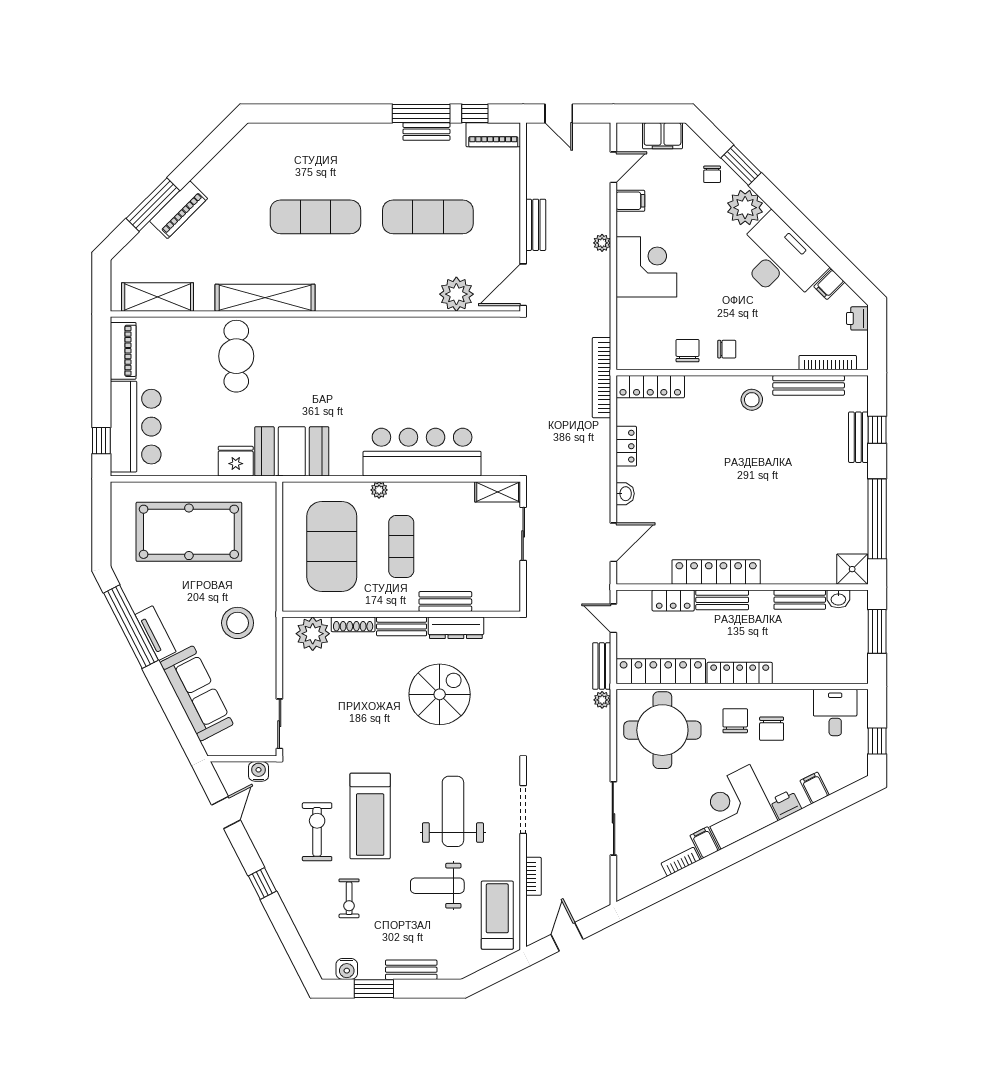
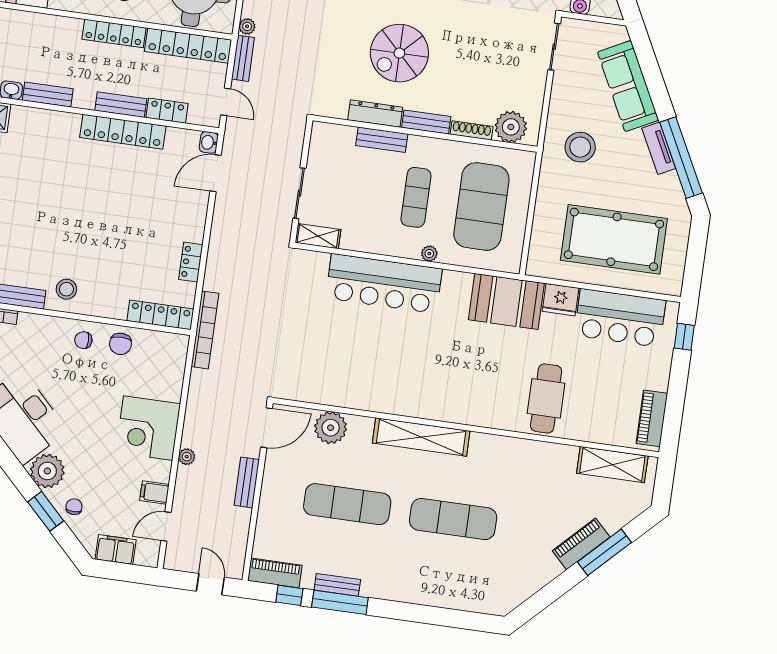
shelving: (265, 298) -> (421, 437), moved
bar counter: (136, 427) -> (620, 318), moved, turned -90
washbasin: (625, 494) -> (209, 142), moved

